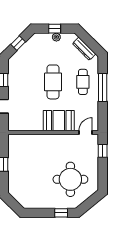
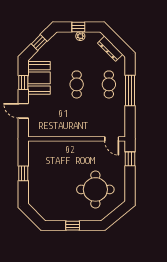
cafe table: (53, 82) -> (77, 84), width x0.73, depth x0.74
booth: (59, 121) -> (39, 78), moved, turned 90
door: (86, 132) -> (112, 139), swing flipped
window: (61, 213) -> (73, 226), moved

